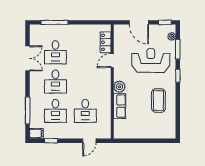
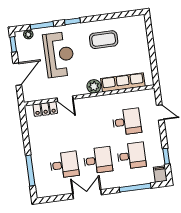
double door: (28, 58) -> (87, 194), moved
reception desk: (151, 61) -> (59, 55), turned 180
row of seats: (120, 106) -> (123, 82), width x1.48

